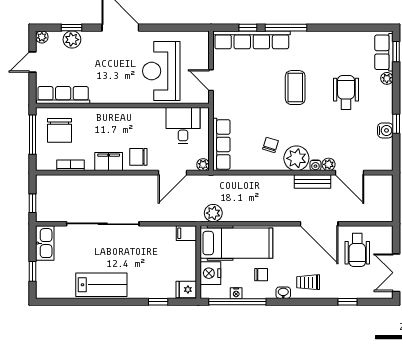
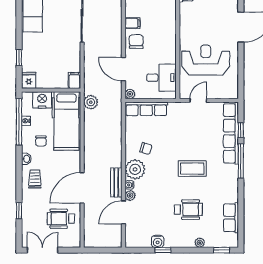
row of seats: (384, 52) -> (231, 218), moved, turned -90
filing cabinet: (109, 162) -> (132, 23), width x0.50

